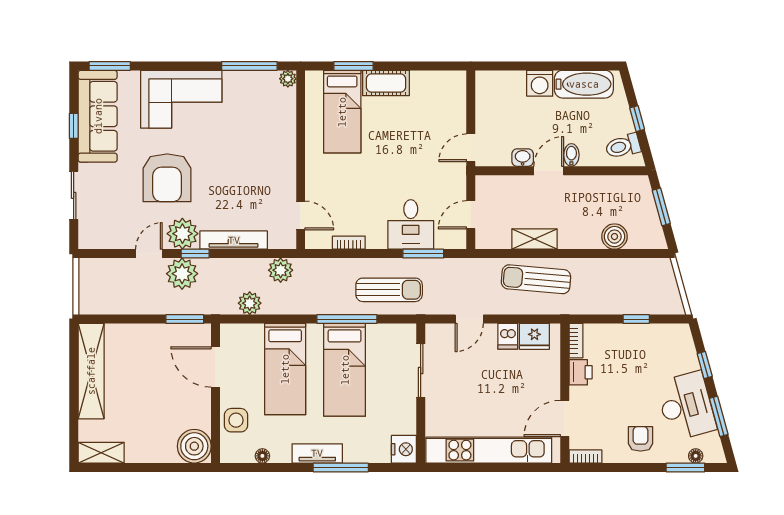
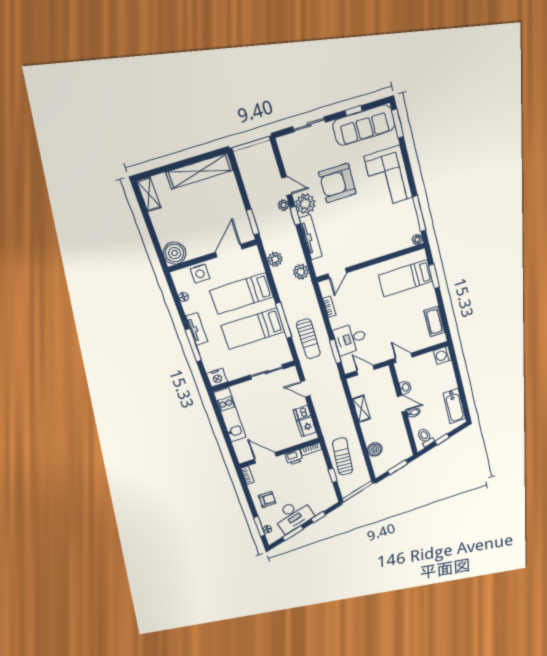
cot: (386, 83) -> (434, 321), moved
washing machine: (540, 83) -> (442, 355), moved
plant: (182, 274) -> (284, 205), width x0.53, depth x0.53
sun lounger: (536, 279) -> (343, 456), moved
kitchen unit: (489, 450) -> (230, 415), width x0.73

